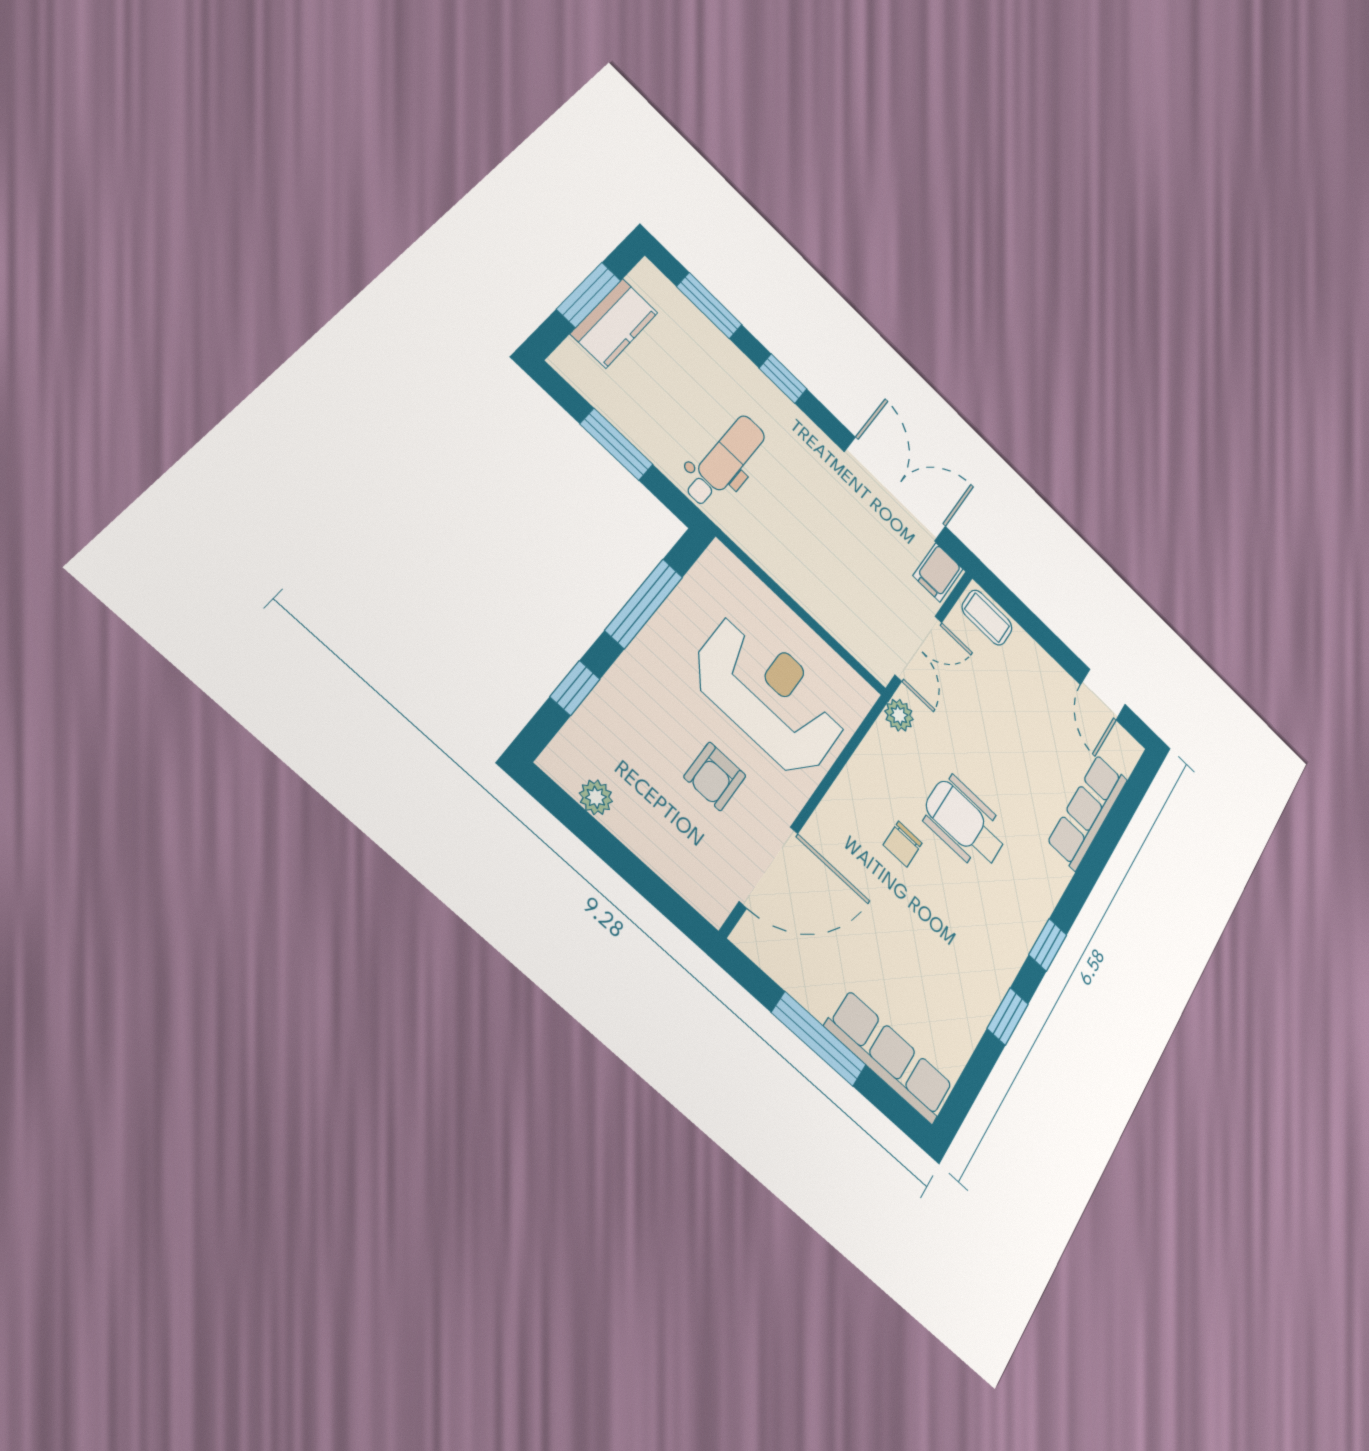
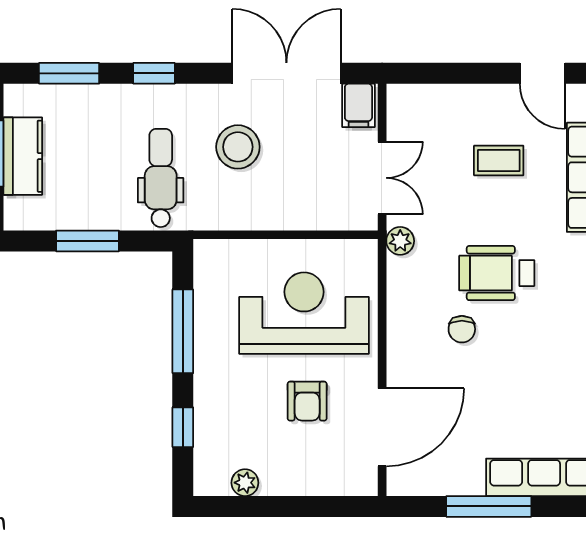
stool: (812, 503) -> (238, 147), added
coffee table: (987, 618) -> (499, 160), moved

